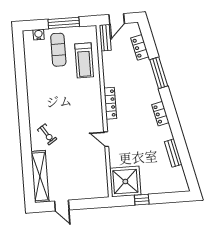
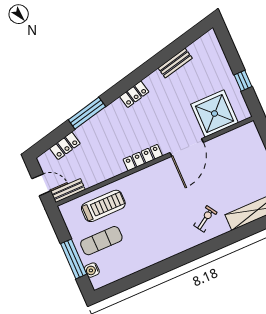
window: (64, 23) -> (74, 259), moved
door: (106, 139) -> (187, 147), width x1.87
shower: (125, 182) -> (214, 114), moved

